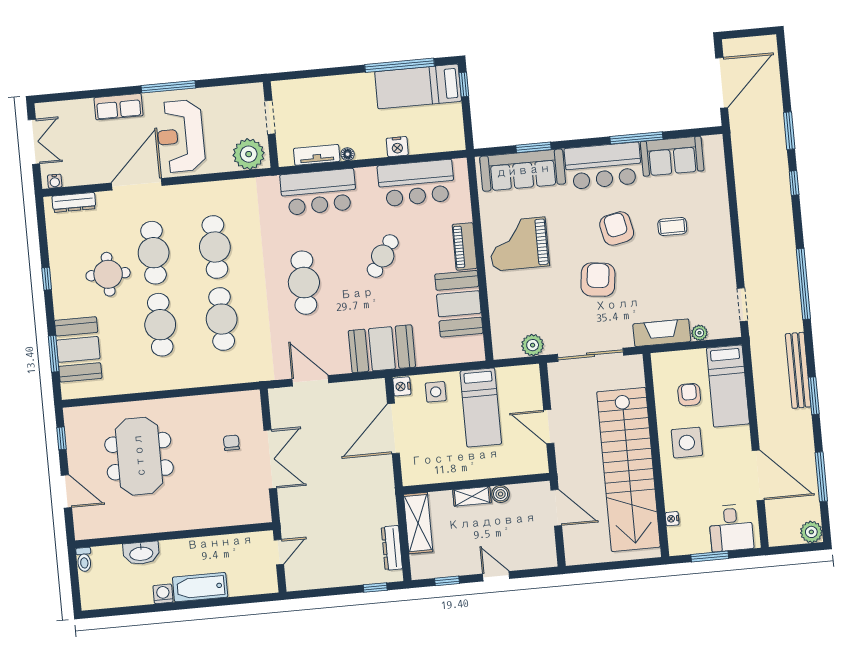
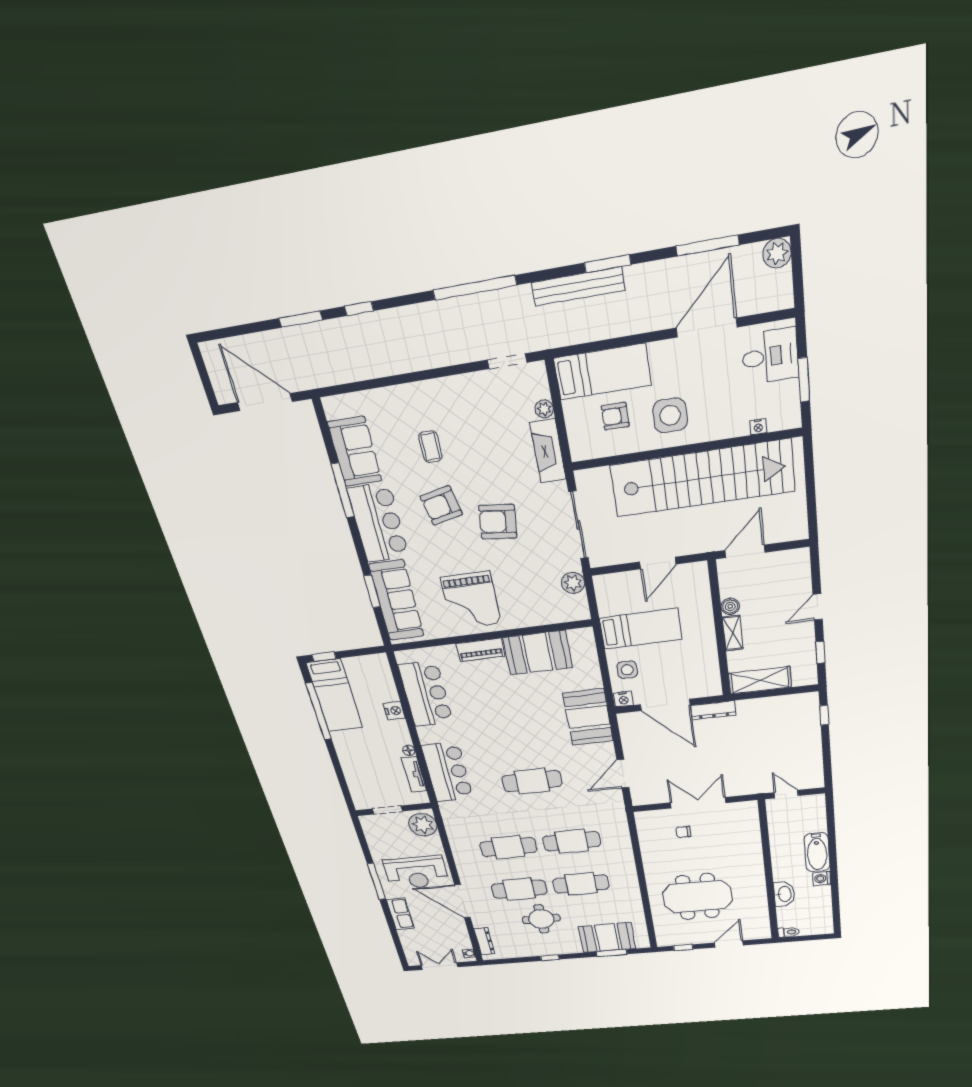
cafe table: (383, 256) -> (499, 719), removed
dresser: (392, 548) -> (713, 710), moved

